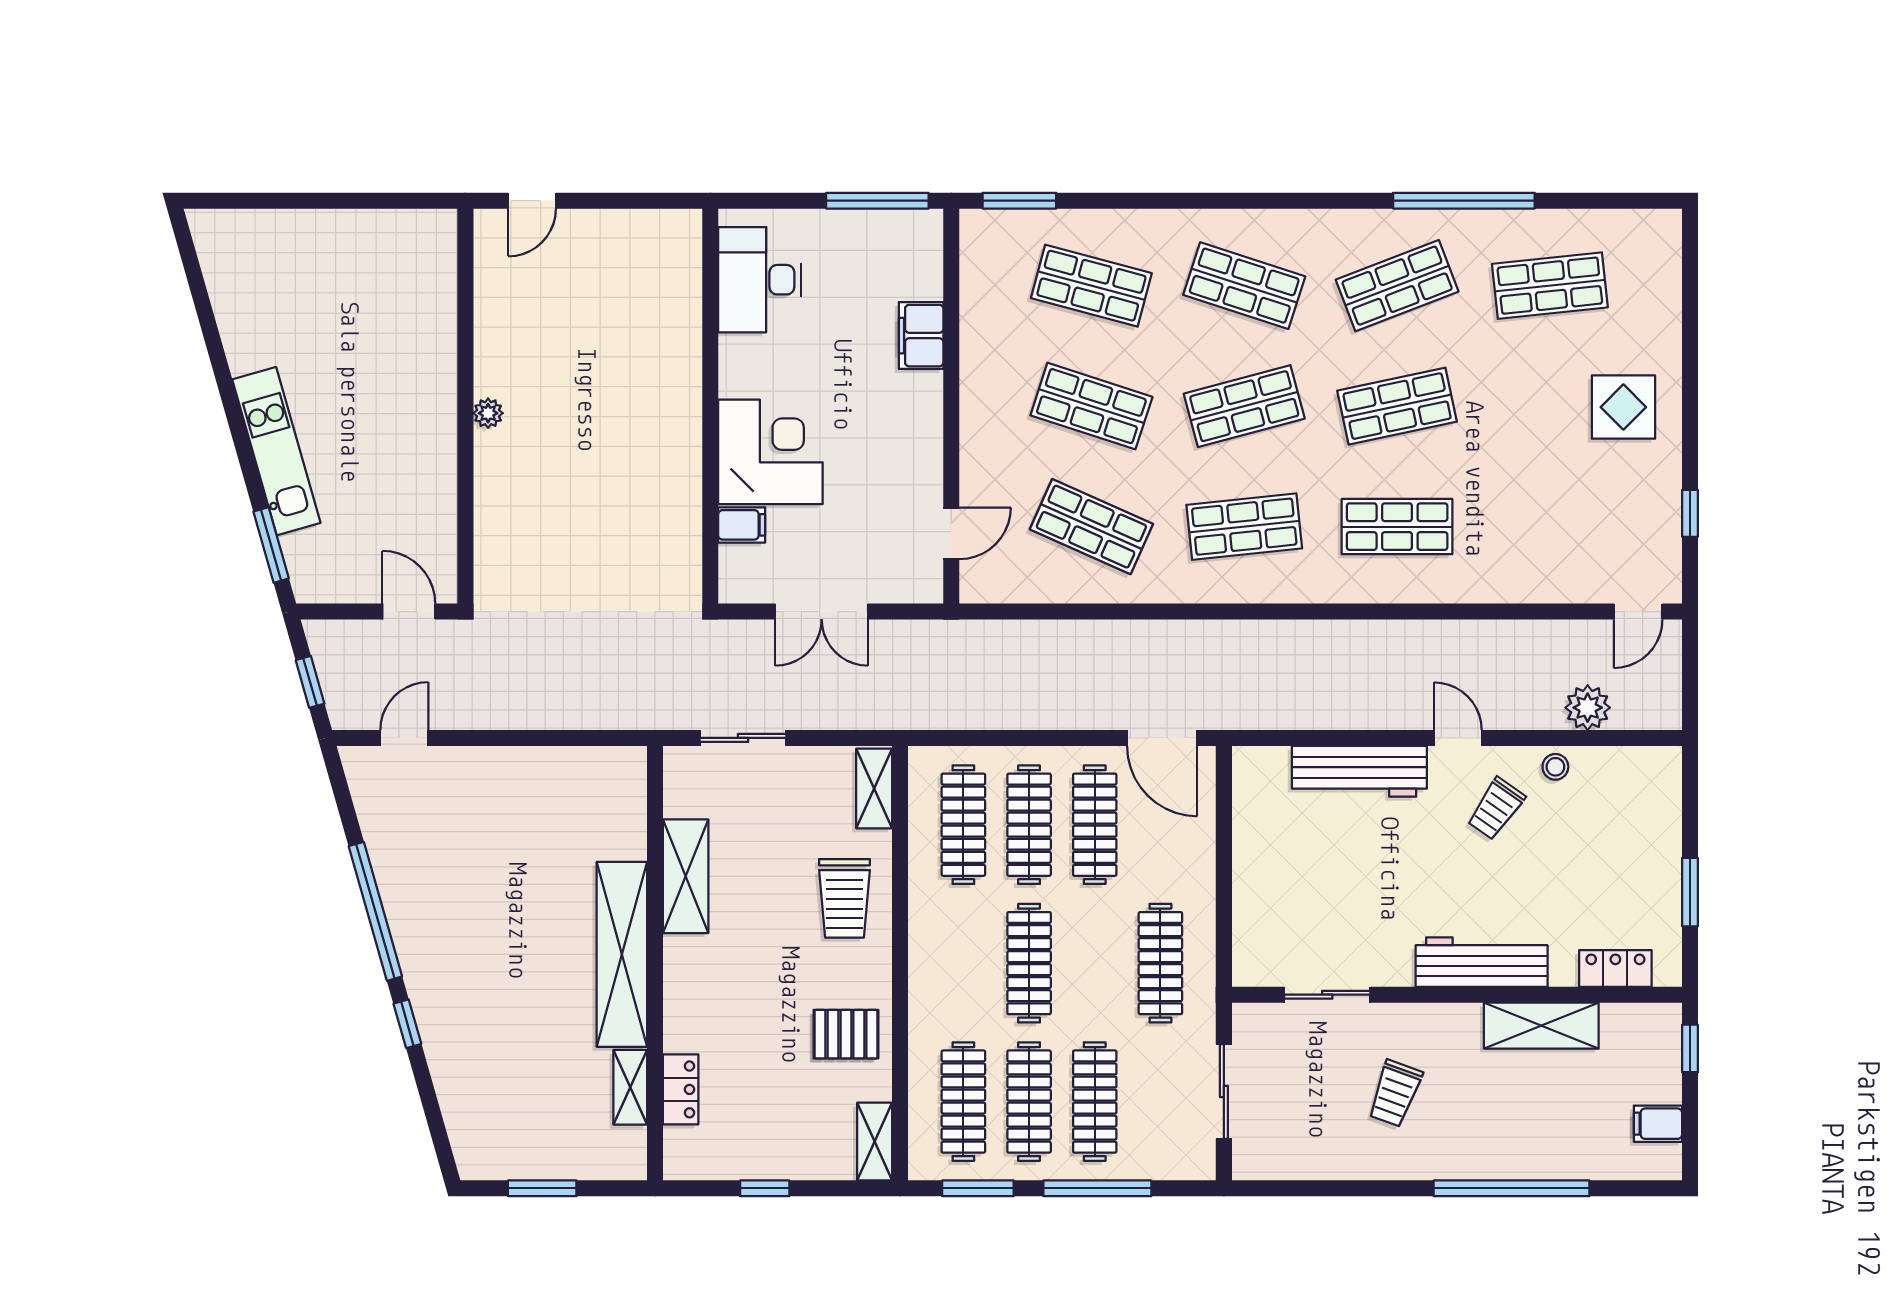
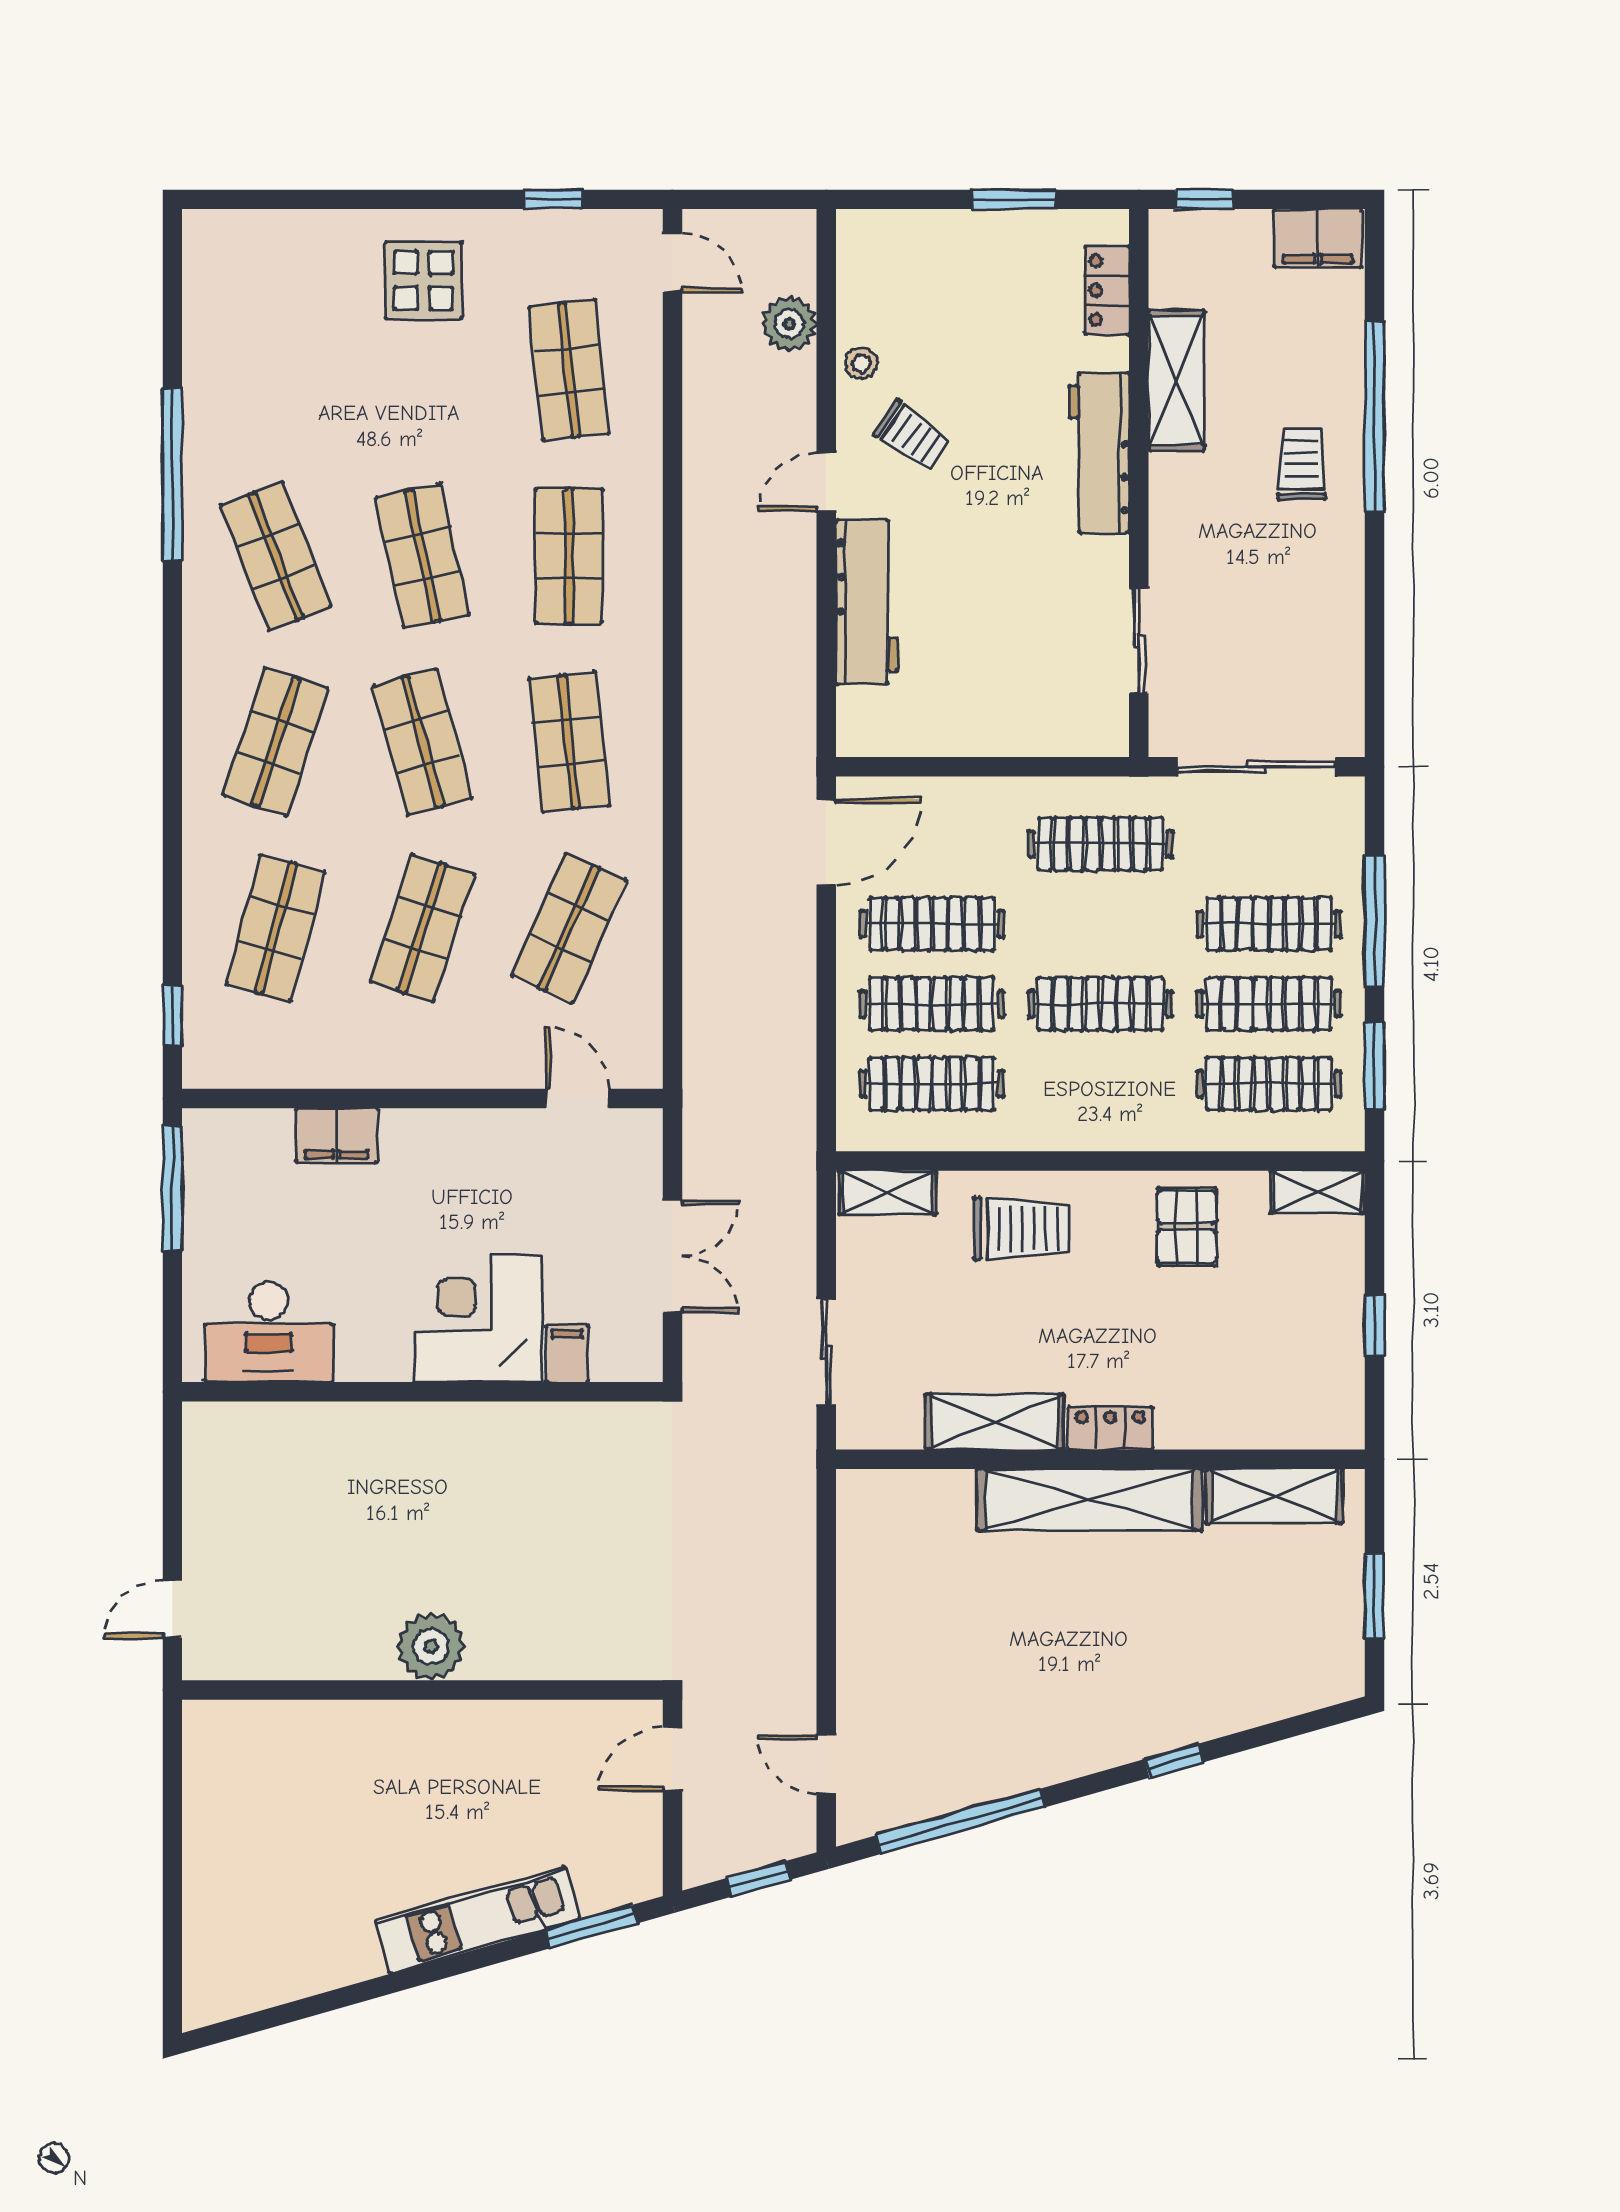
door: (532, 201) -> (172, 1609), swing flipped
window: (1019, 201) -> (172, 1016), width x0.67
shop shelf: (1550, 286) -> (569, 370), moved
plant: (488, 413) -> (431, 1647), width x1.88, depth x1.88
window: (375, 911) -> (960, 1821), moved
shelving: (630, 1087) -> (1274, 1496), width x1.50, depth x1.33
locker: (681, 1089) -> (1110, 1428), moved
sliding door: (1224, 1091) -> (1257, 767), width x1.37
trolley: (1395, 1093) -> (1302, 464), moved, turned -110
filing cabinet: (1658, 1124) -> (1318, 238), width x2.00

